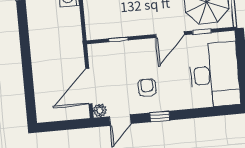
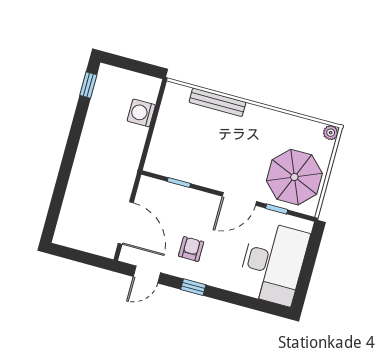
door: (89, 86) -> (126, 223), swing flipped
plant: (100, 110) -> (128, 255), removed

